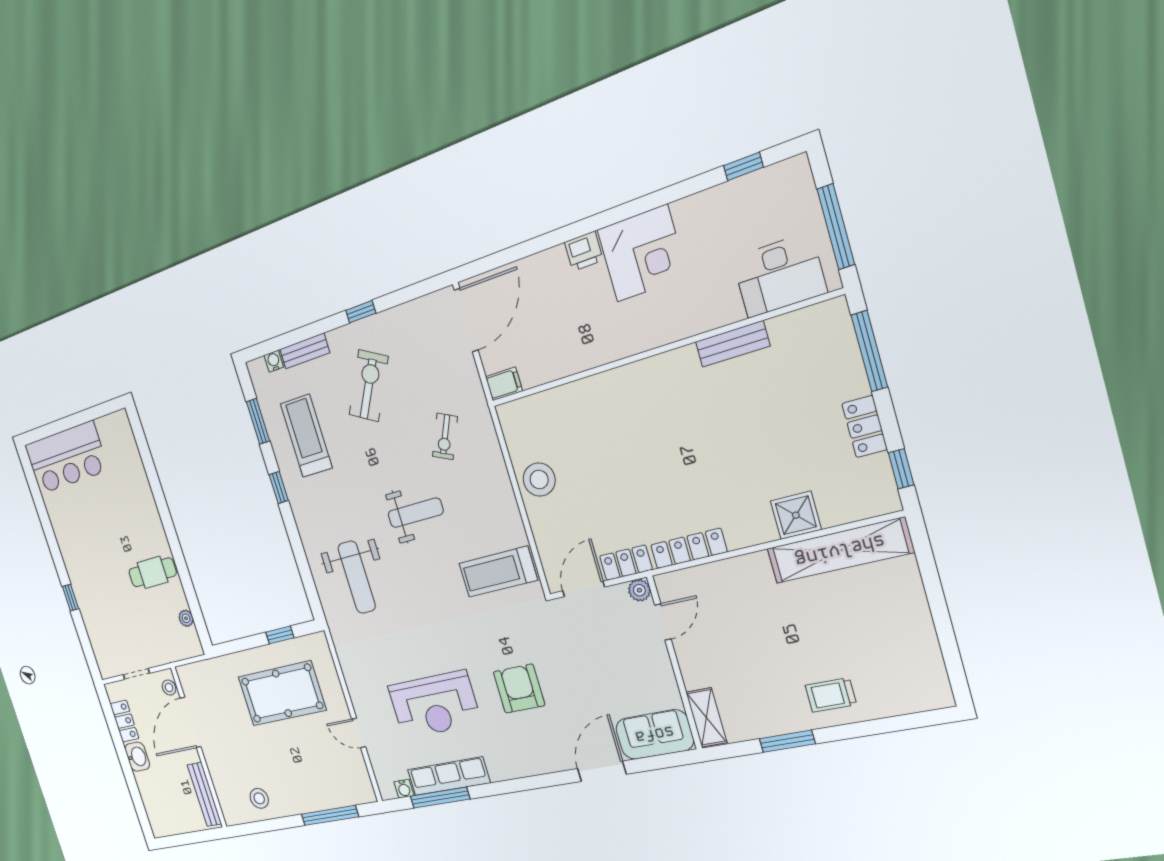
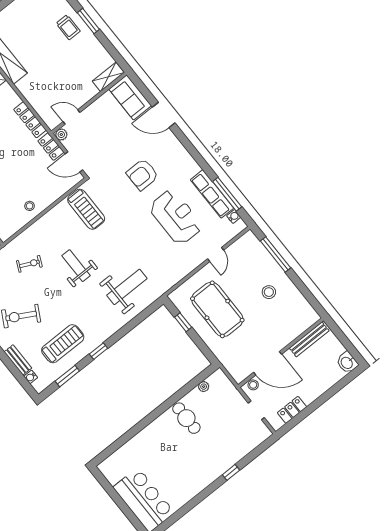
treadmill: (306, 436) -> (63, 344), turned 180
stool: (539, 480) -> (30, 206), width x0.53, depth x0.53
window: (787, 741) -> (88, 21), moved
washbasin: (137, 757) -> (347, 363), moved, turned -90
stool: (259, 798) -> (269, 292), moved

